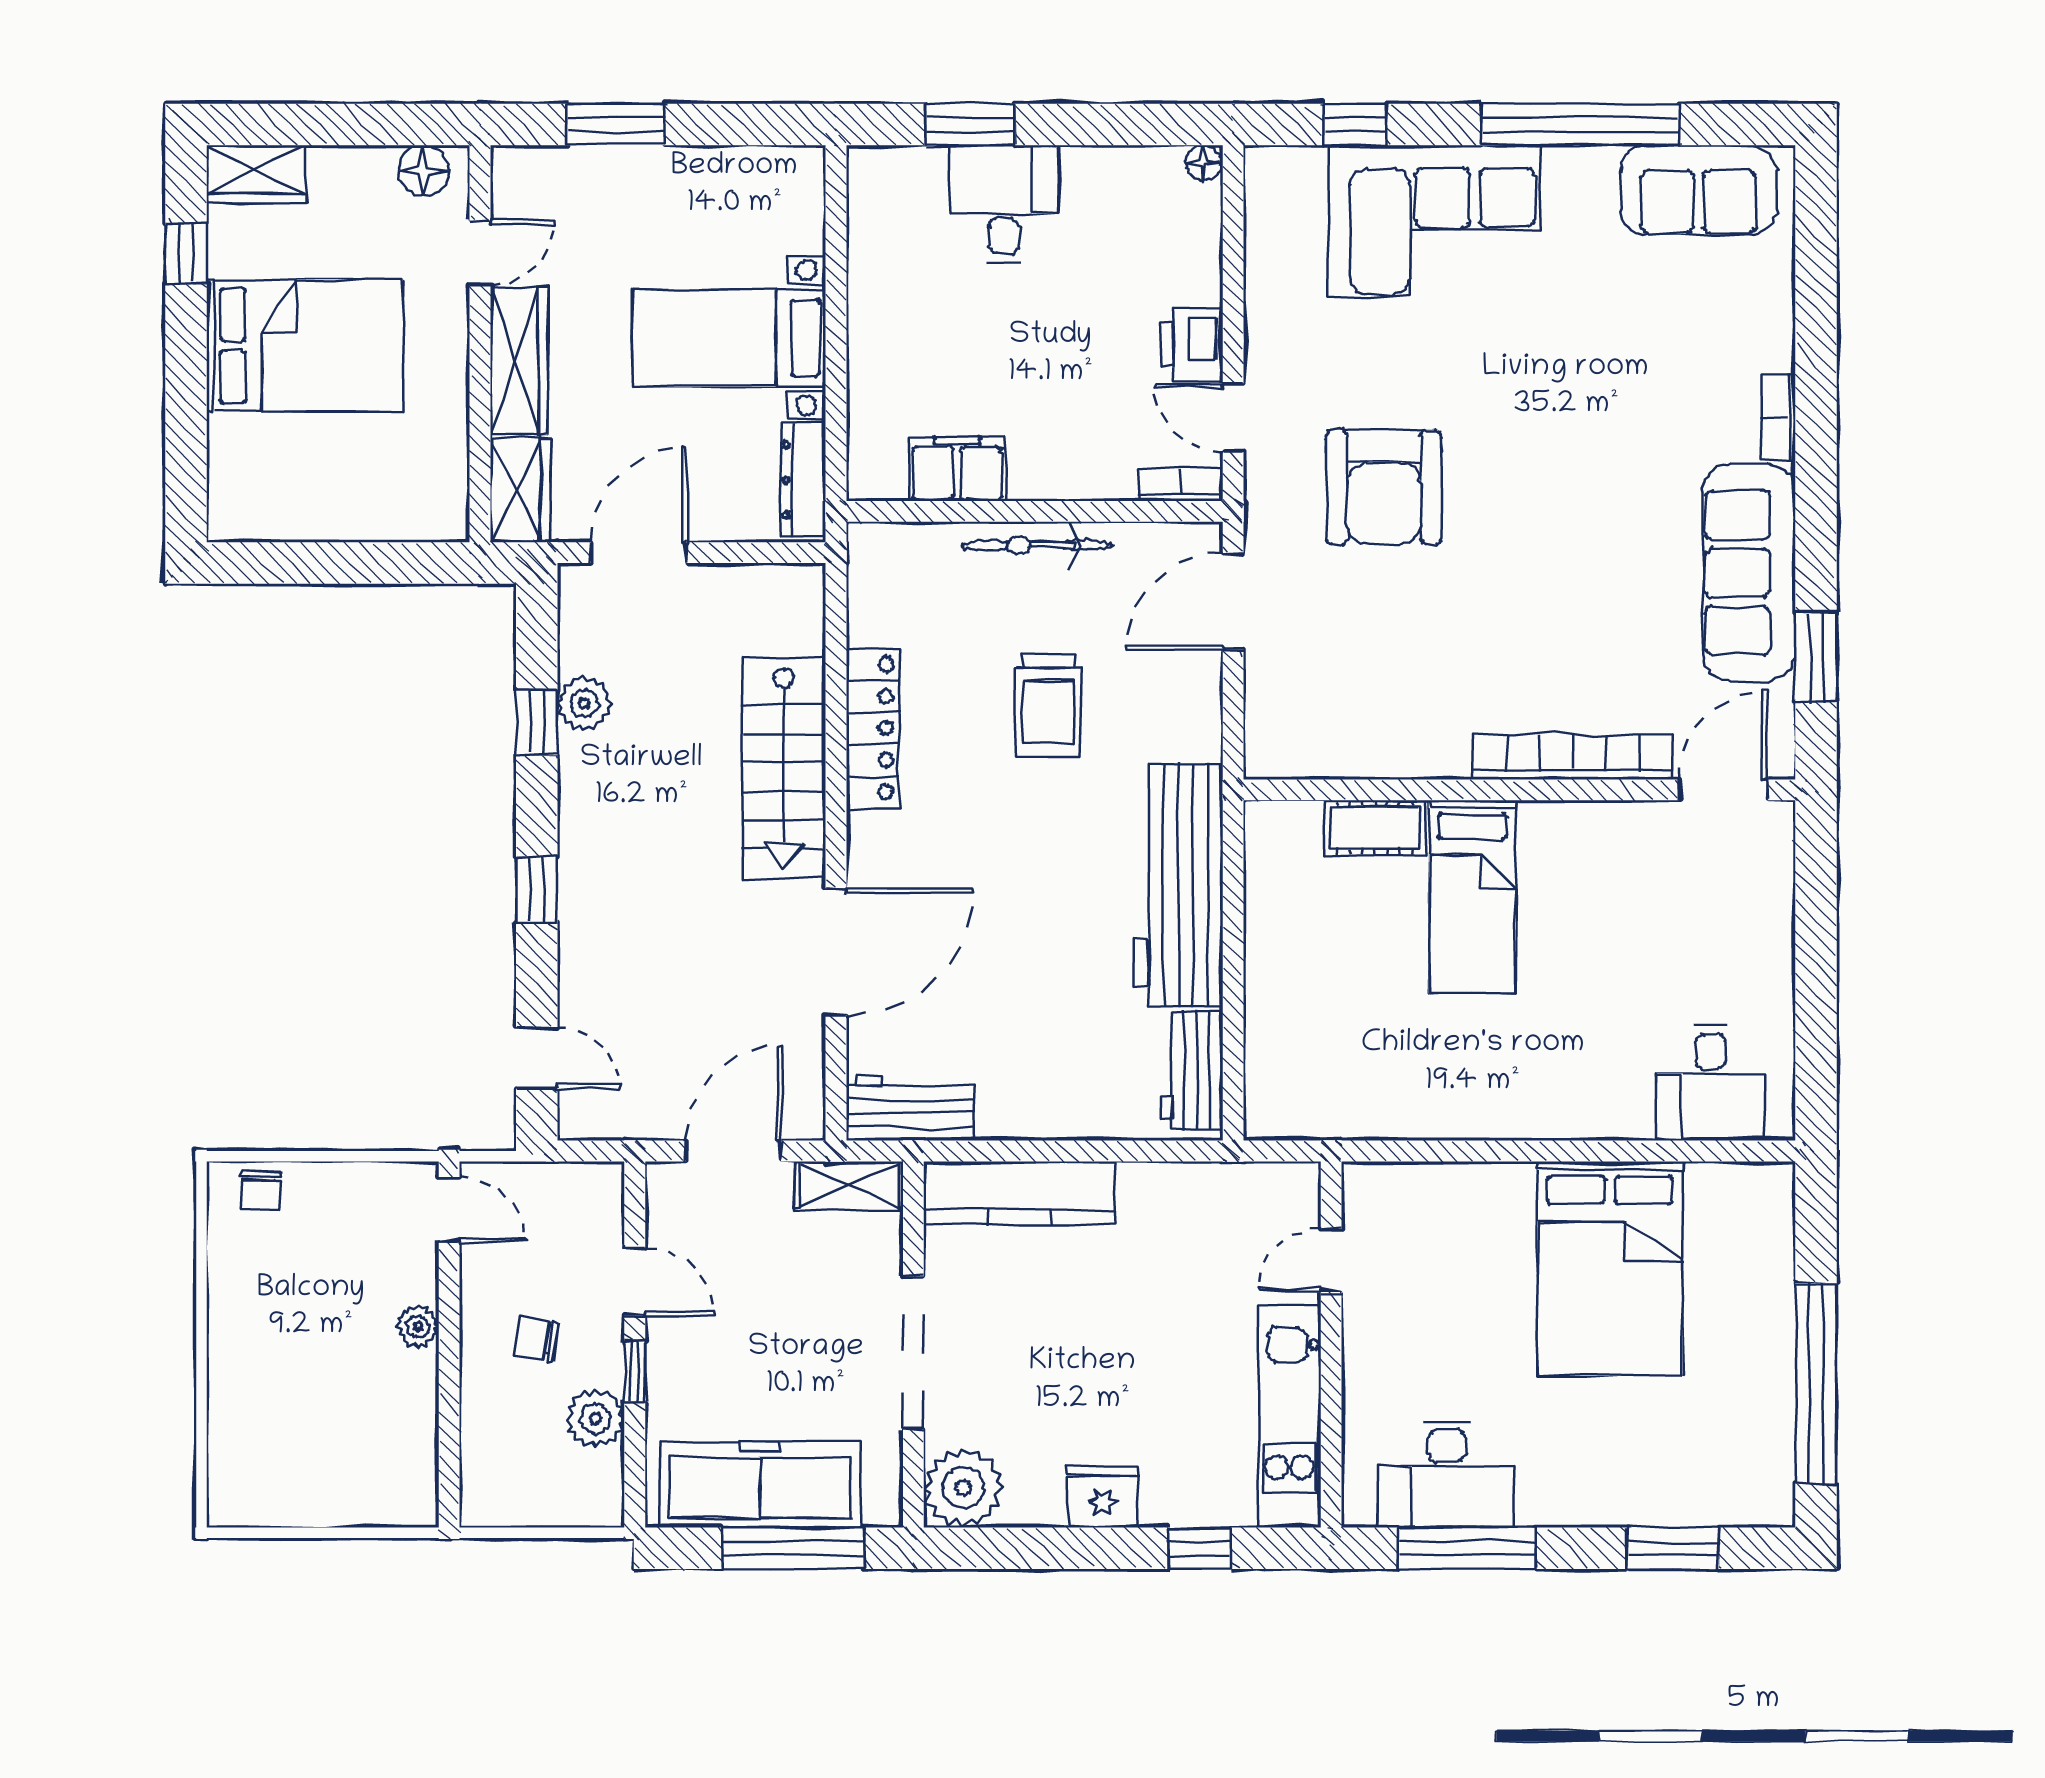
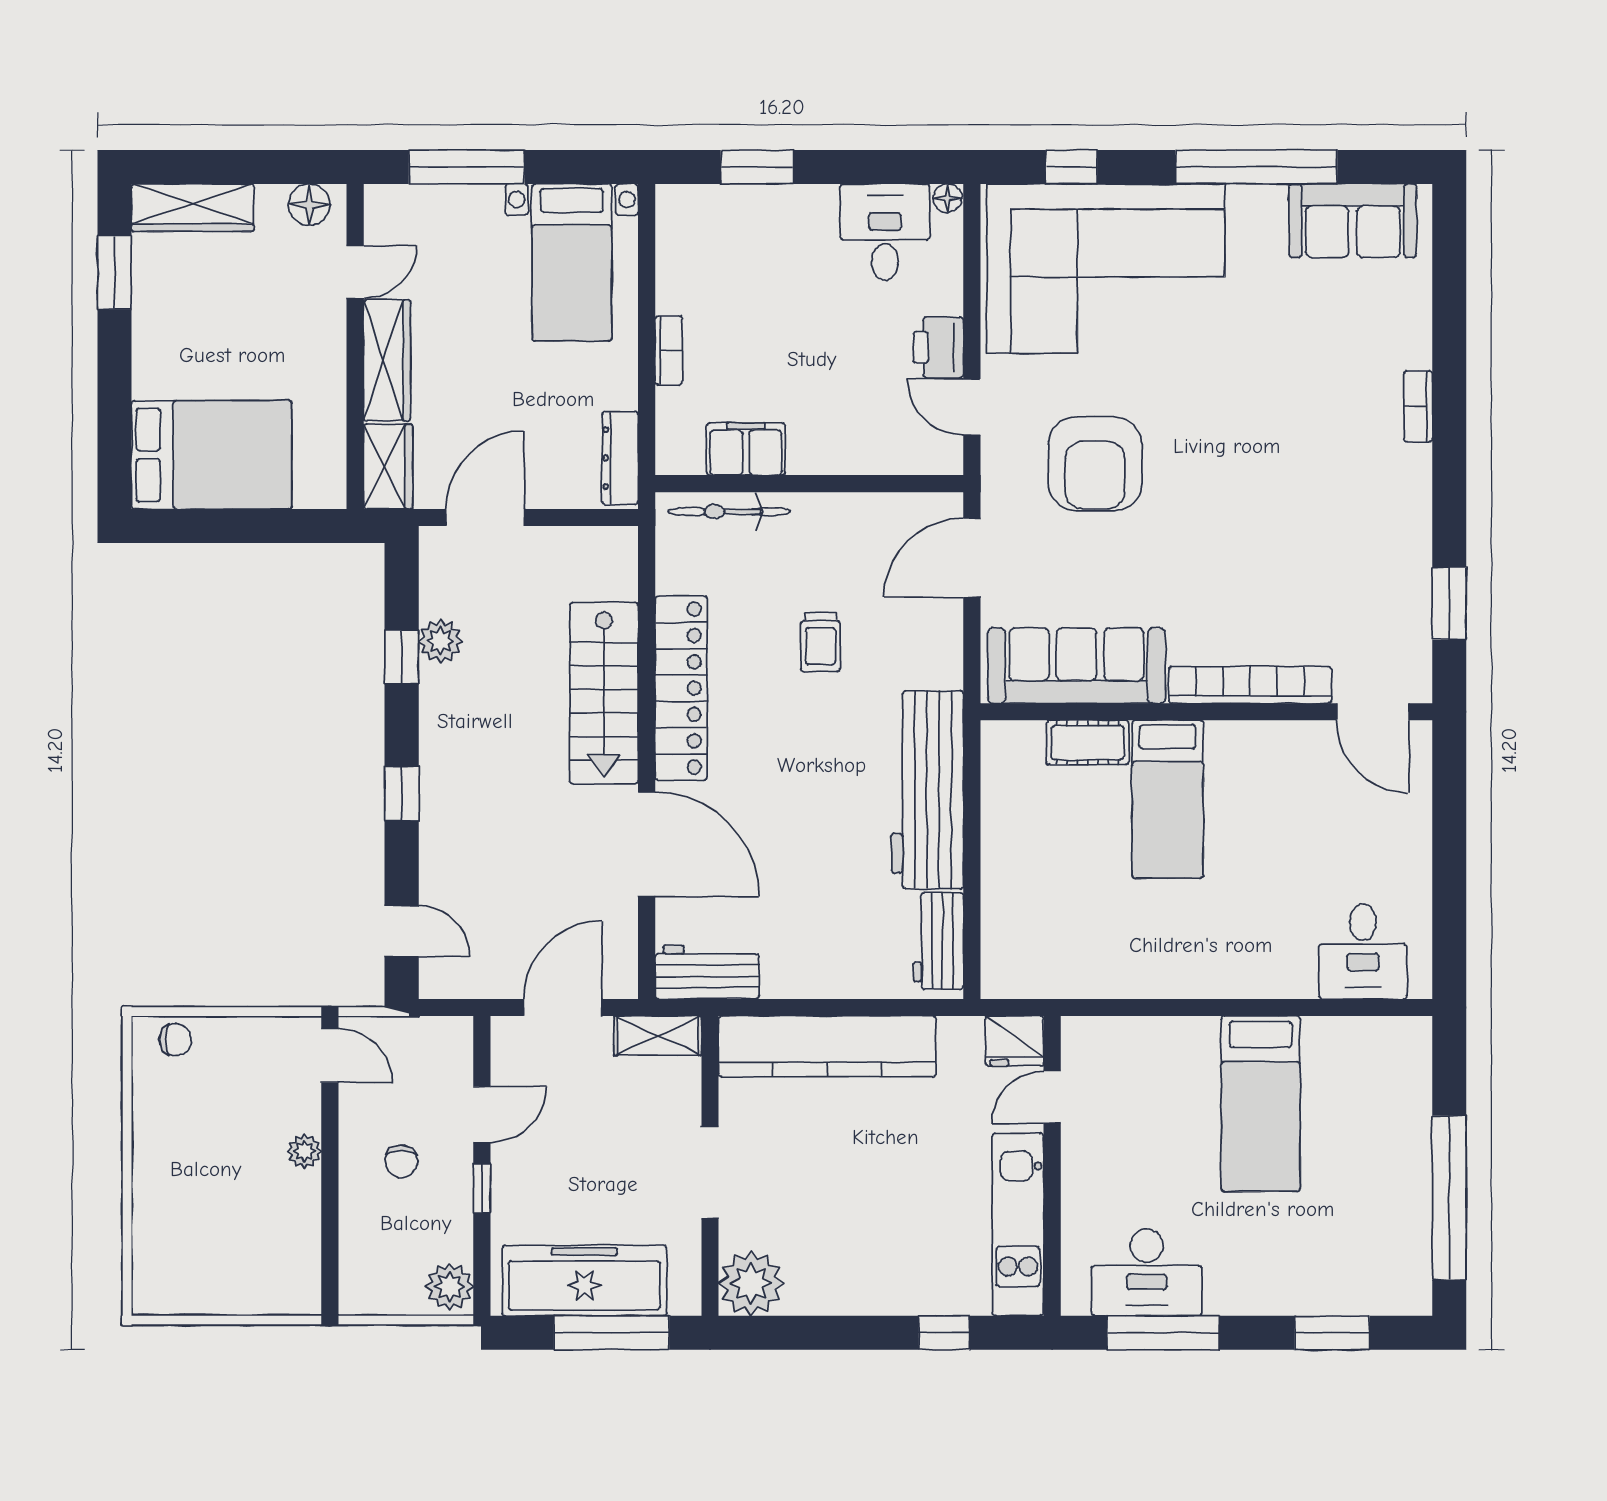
window: (616, 124) -> (467, 167), width x1.44
wardrobe: (257, 174) -> (193, 208), width x1.50
desk: (1004, 204) -> (885, 232), moved
corner sofa: (1435, 221) -> (1106, 269), width x1.36, depth x1.36
window: (186, 253) -> (114, 272), width x1.50
bed with nightstands: (730, 338) -> (572, 262), moved, turned -90
bed: (305, 346) -> (212, 455), moved
bookcase: (1181, 484) -> (669, 350), moved, turned 90
bicycle: (1037, 545) -> (729, 512), moved
sofa: (1749, 573) -> (1076, 666), moved, turned 90
trolley: (1048, 705) -> (820, 642), width x0.73, depth x0.72
locker: (873, 728) -> (681, 688), width x1.41, depth x1.21
door: (1723, 790) -> (1373, 712), swing flipped
door: (836, 952) -> (647, 844), hinge flipped
chair: (261, 1190) -> (176, 1040), turned -92
kitchen counter: (1019, 1193) -> (827, 1046), width x1.39, depth x1.17
bed: (1610, 1268) -> (1261, 1104), width x0.67
door: (635, 1282) -> (482, 1114), hinge flipped
chair: (537, 1339) -> (401, 1161), turned -98
doorway: (913, 1353) -> (710, 1173), width x0.73
plant: (595, 1419) -> (450, 1287), moved
fridge: (1102, 1497) -> (1015, 1041), moved, turned 180

